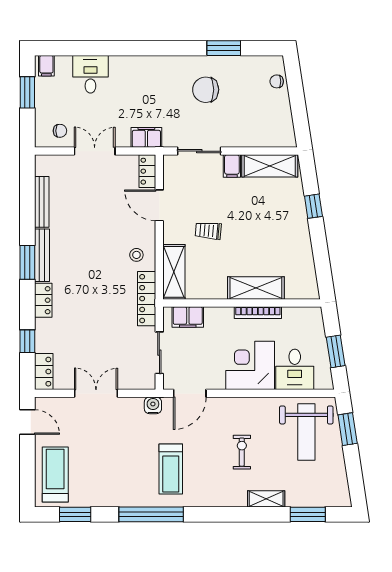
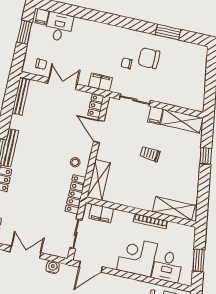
desk: (90, 74) -> (59, 27), moved
chair: (277, 81) -> (127, 63), moved
bench: (42, 202) -> (21, 96), moved
trolley: (208, 231) -> (150, 154), moved
shelving: (256, 288) -> (174, 209), moved
water cooler: (153, 405) -> (53, 267), moved

